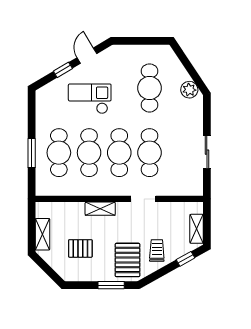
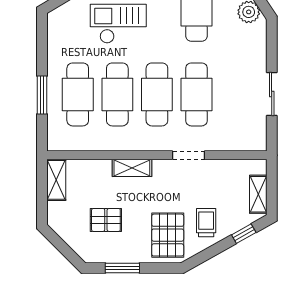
shelving: (43, 234) -> (56, 180), moved
window: (111, 285) -> (122, 268), moved

